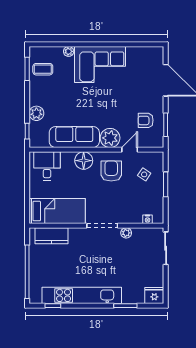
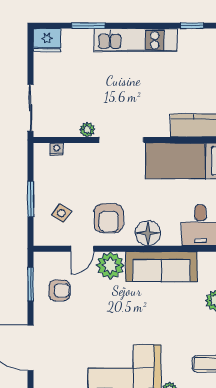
kitchen unit: (82, 295) -> (136, 40), width x0.73

